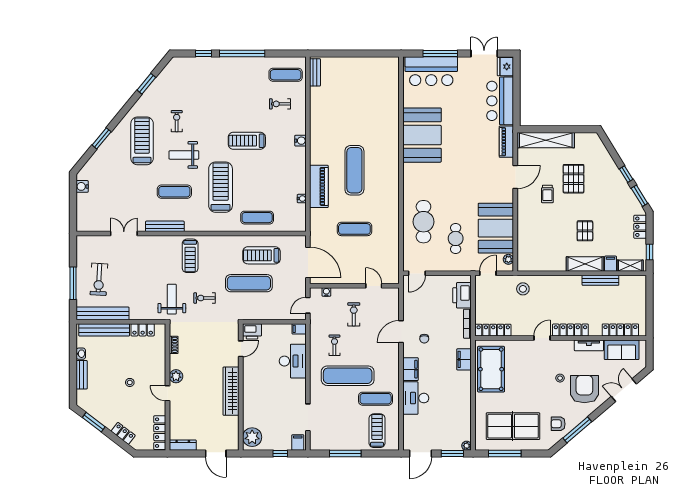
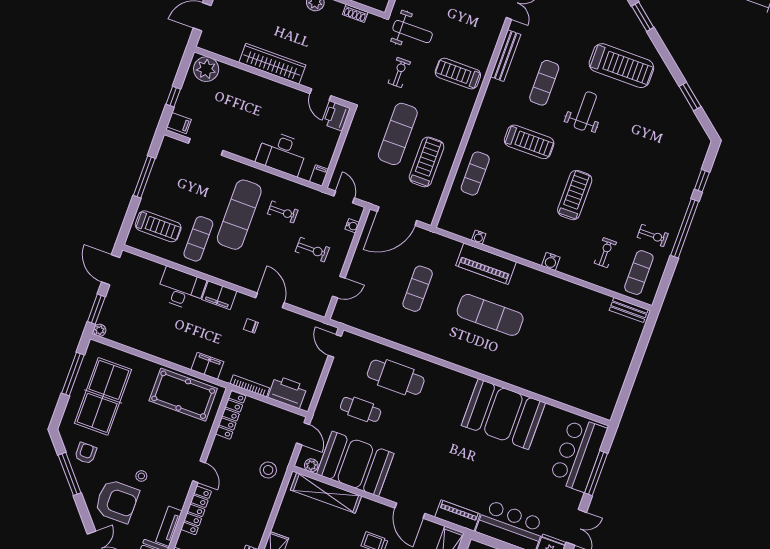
exercise bike: (177, 121) -> (653, 235), moved
treadmill: (221, 187) -> (529, 142), width x0.73, depth x0.73
shelving: (524, 242) -> (326, 493), added

